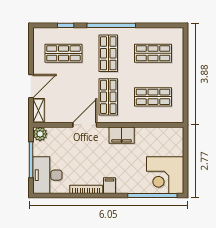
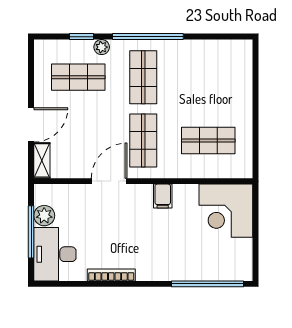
plant: (80, 33) -> (102, 47), added
shop shelf: (153, 53) -> (208, 77), removed
plant: (40, 134) -> (44, 216), moved
filing cabinet: (122, 135) -> (163, 196), width x0.50
corner desk: (165, 175) -> (226, 211), moved
filing cabinet: (110, 186) -> (145, 269), removed

